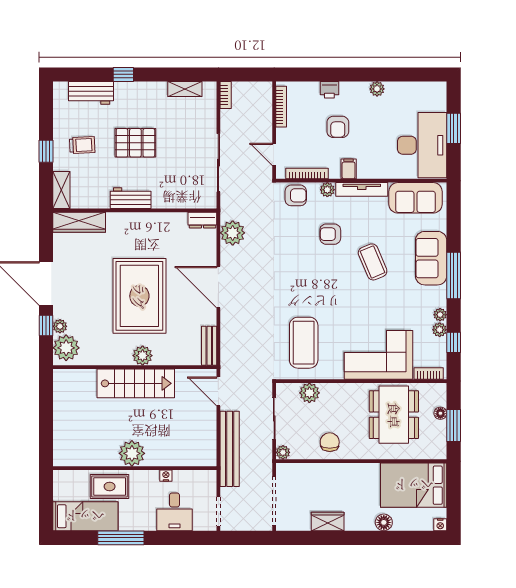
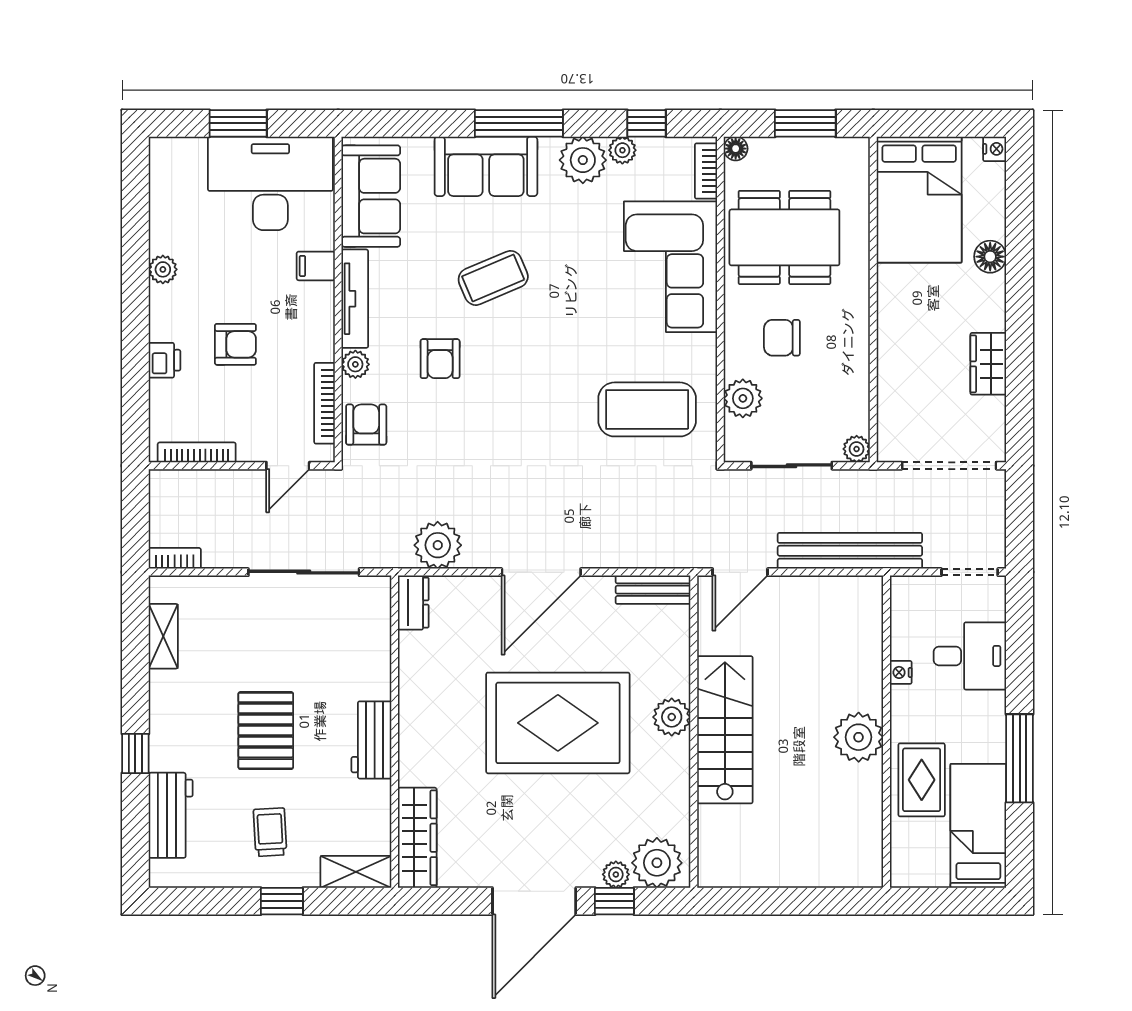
filing cabinet: (349, 169) -> (316, 266), moved
plant: (440, 315) -> (583, 160), width x1.87, depth x1.87
floor lamp: (440, 413) -> (736, 149), moved
chair: (330, 442) -> (782, 338), moved

